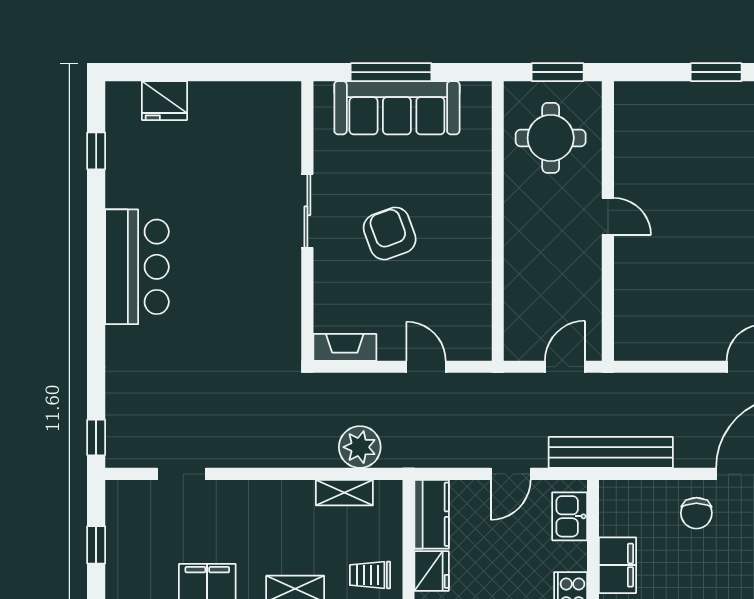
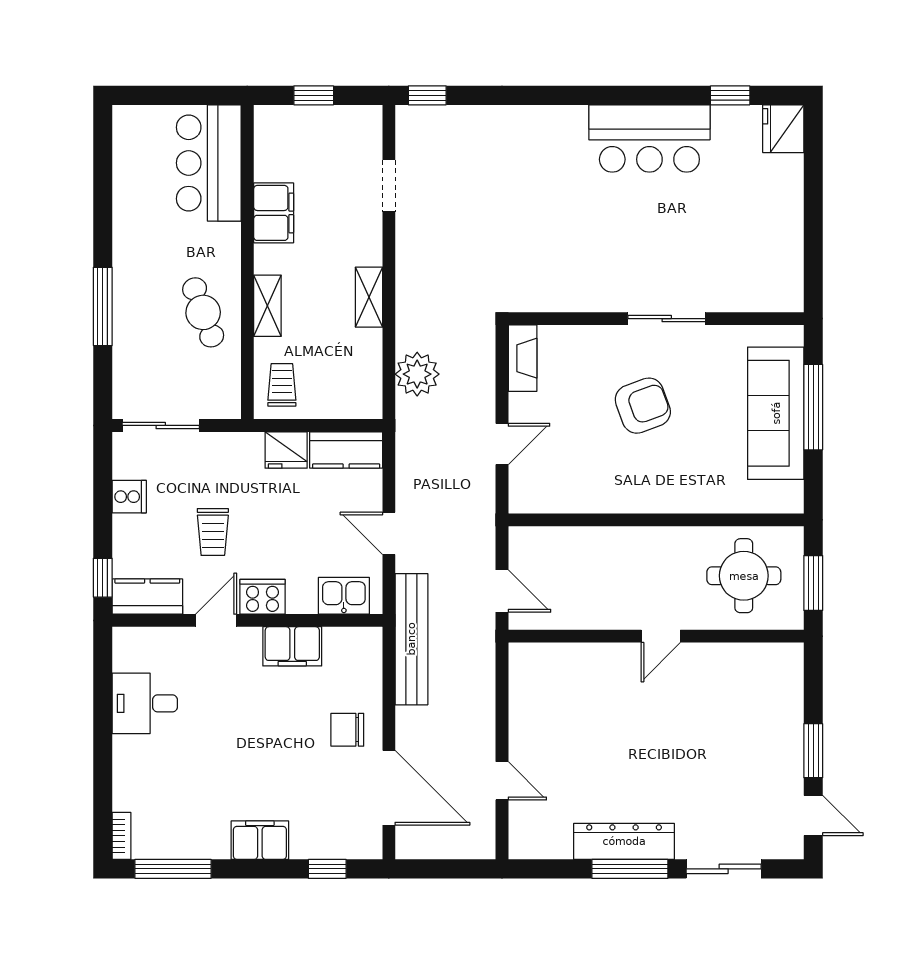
fridge: (164, 101) -> (783, 129), moved
bar counter: (137, 267) -> (649, 138), moved
shelving: (344, 493) -> (369, 297), moved

